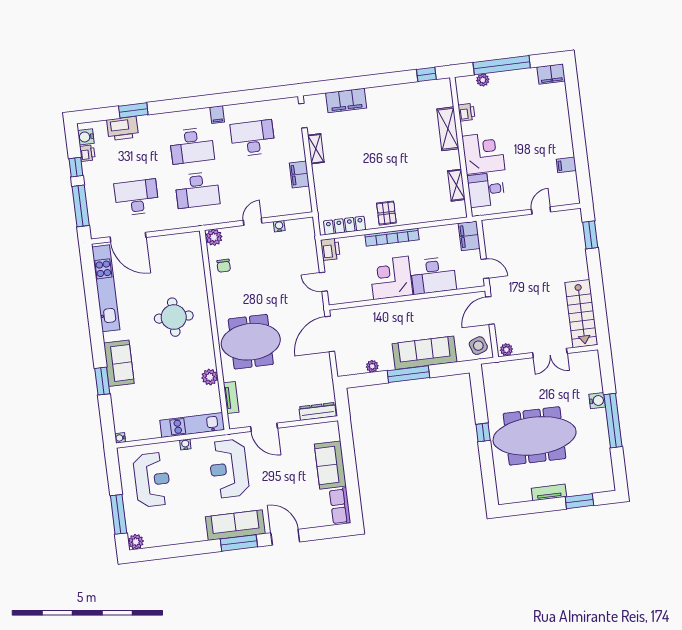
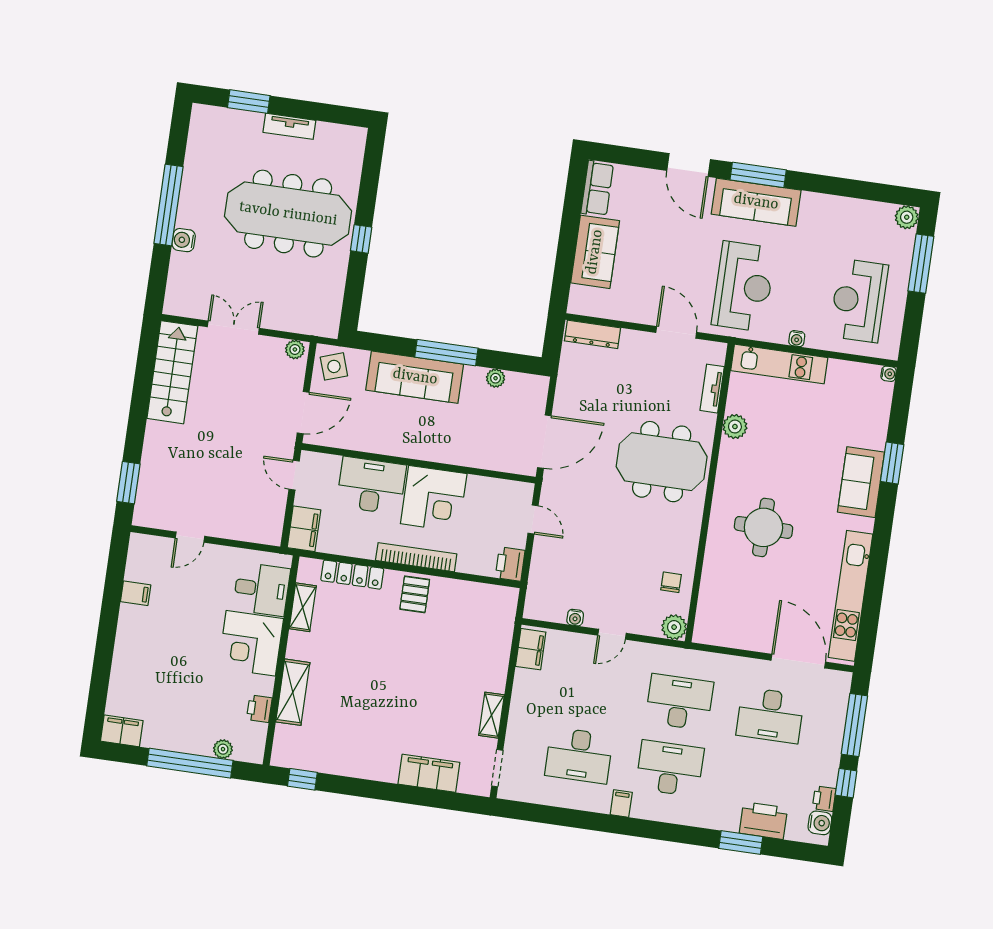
filing cabinet: (299, 174) -> (531, 649), moved
locker: (345, 225) -> (352, 575), moved

